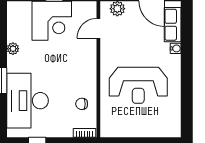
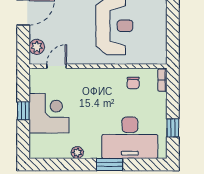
door: (98, 28) -> (57, 66), swing flipped

